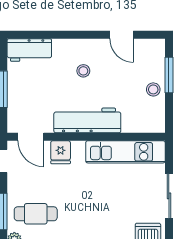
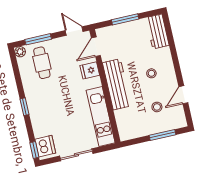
stool: (153, 89) -> (157, 107), moved

